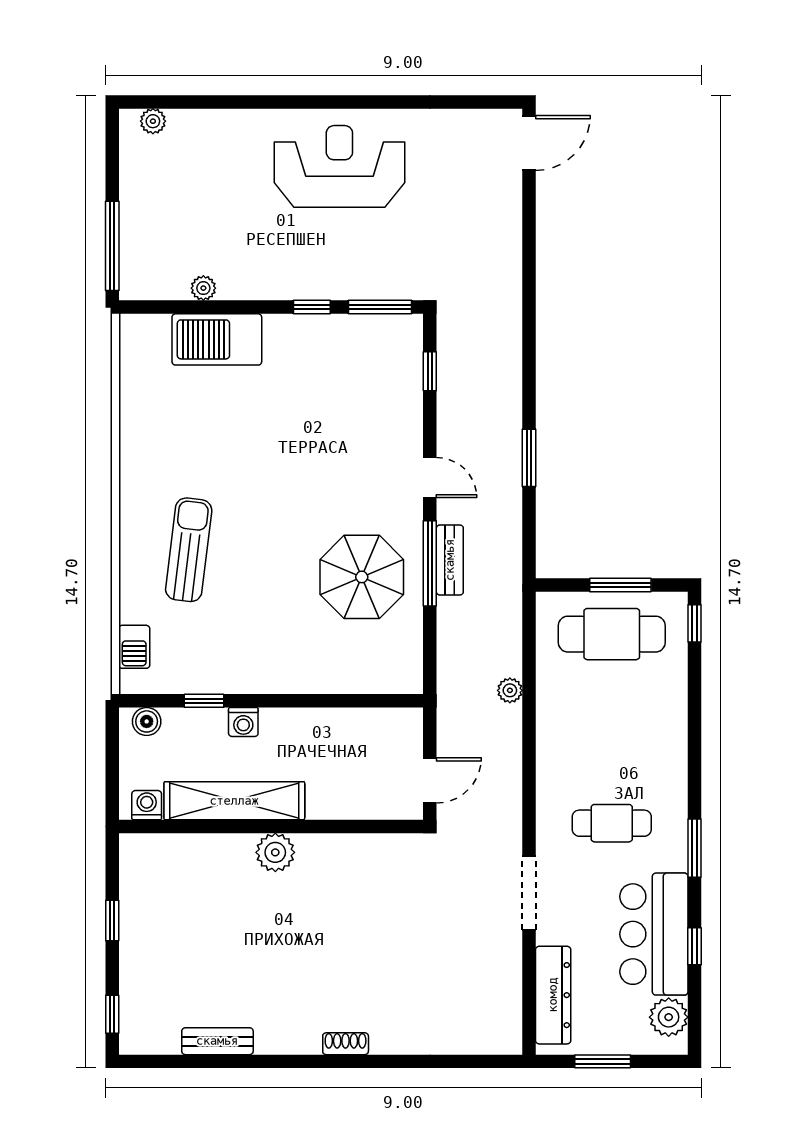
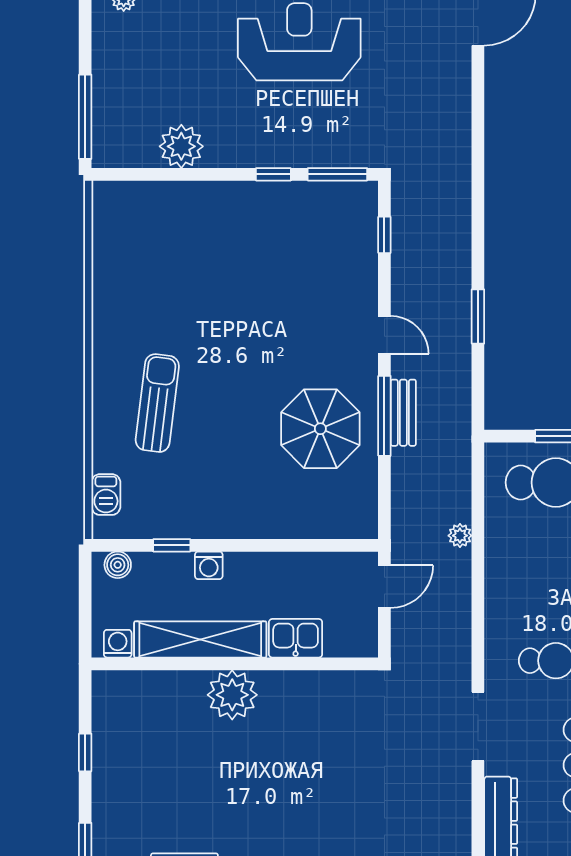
plant: (203, 288) -> (181, 146), width x1.87, depth x1.87
barbecue: (217, 339) -> (184, 205), removed
door: (430, 780) -> (384, 587), moved
kitchen sink: (335, 799) -> (296, 638), added
plant: (275, 852) -> (232, 695), width x1.36, depth x1.36

